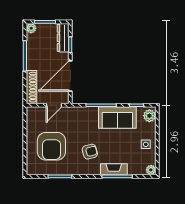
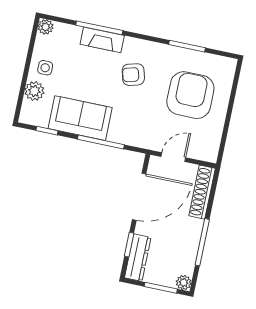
plant: (149, 116) -> (34, 91), moved

